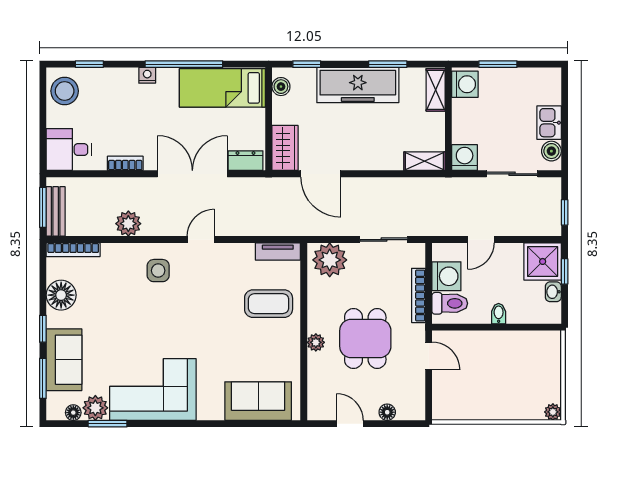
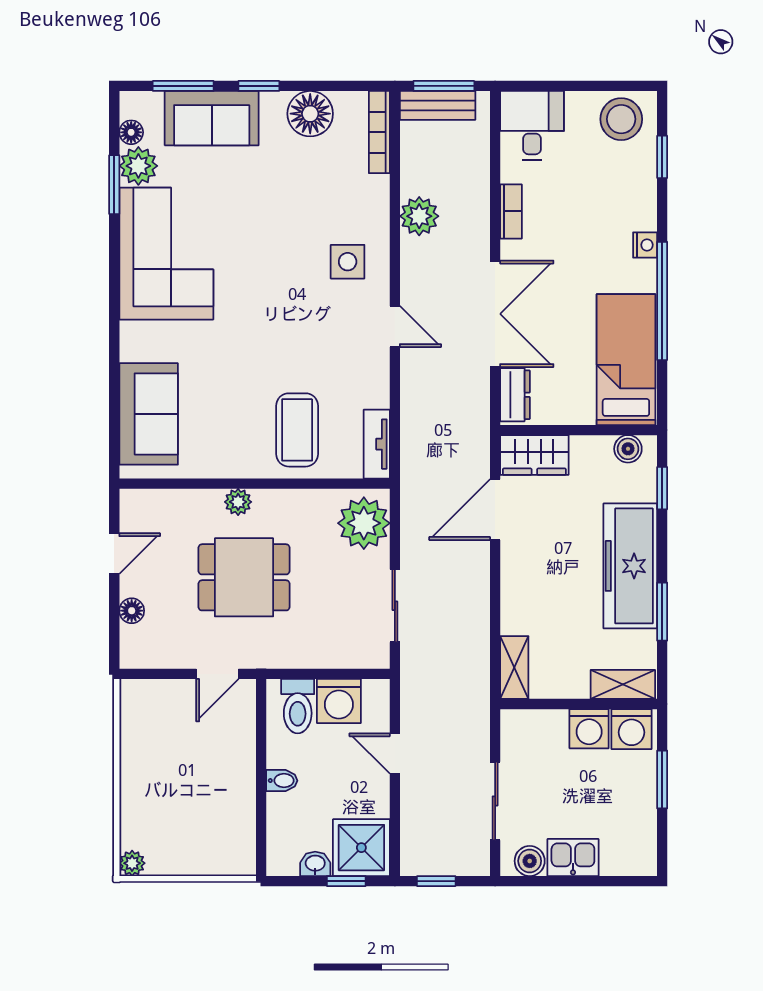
washing machine: (465, 158) -> (589, 729), moved, turned 90
bookcase: (418, 295) -> (310, 658), removed

